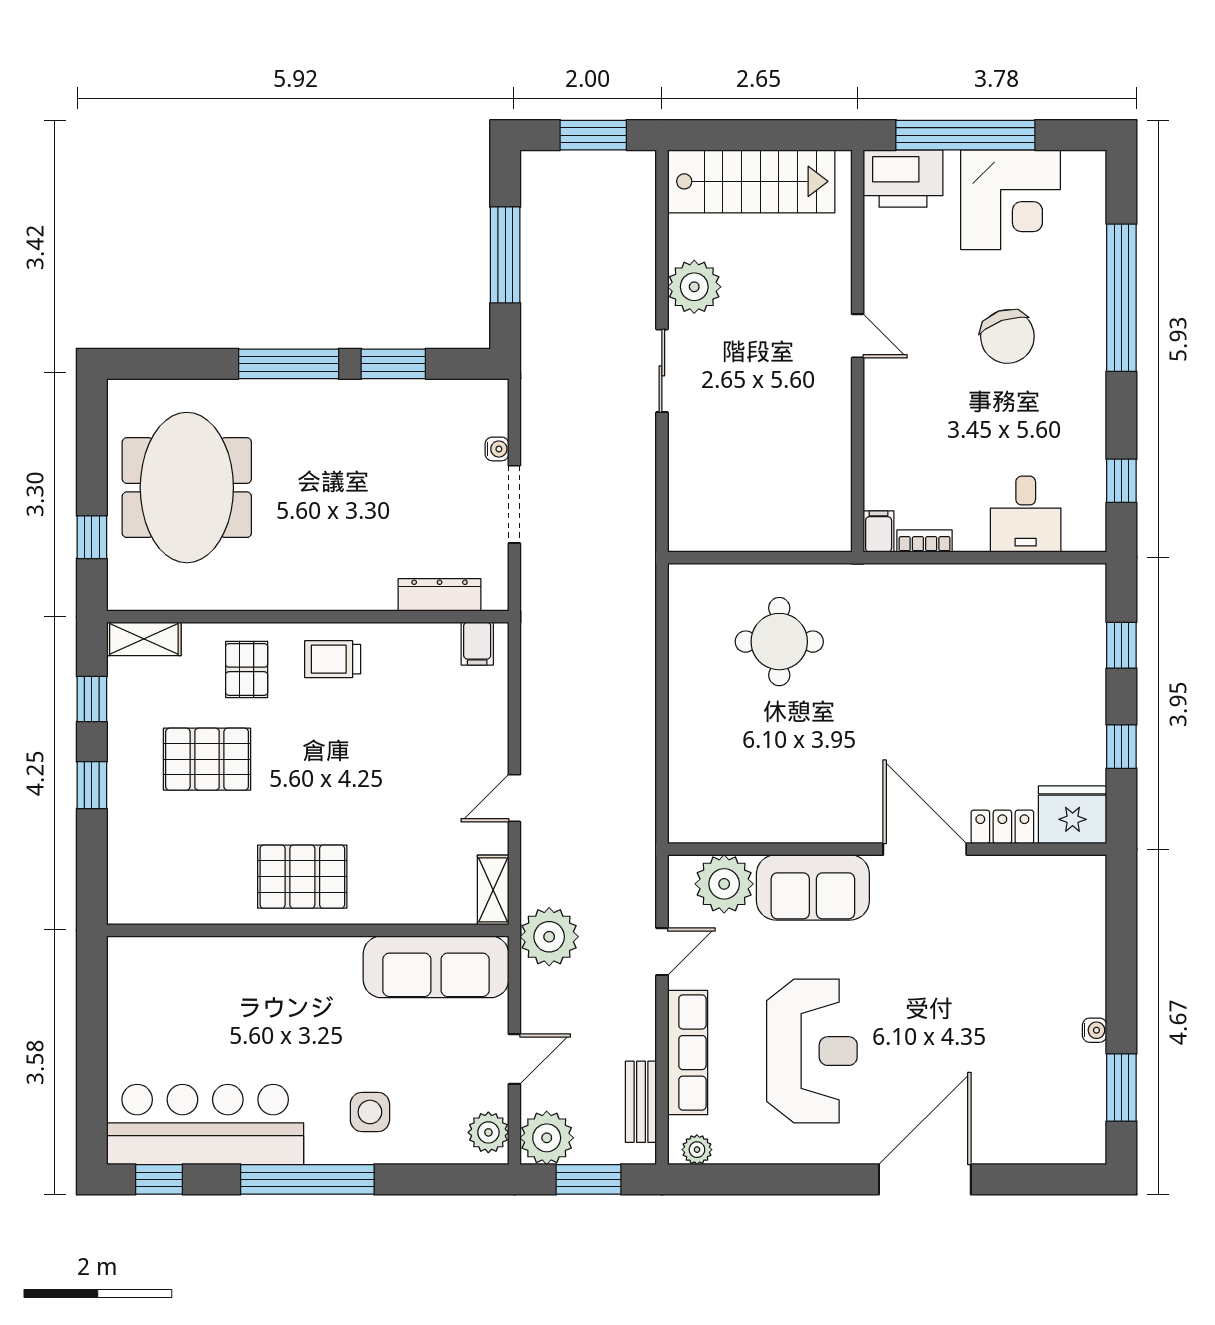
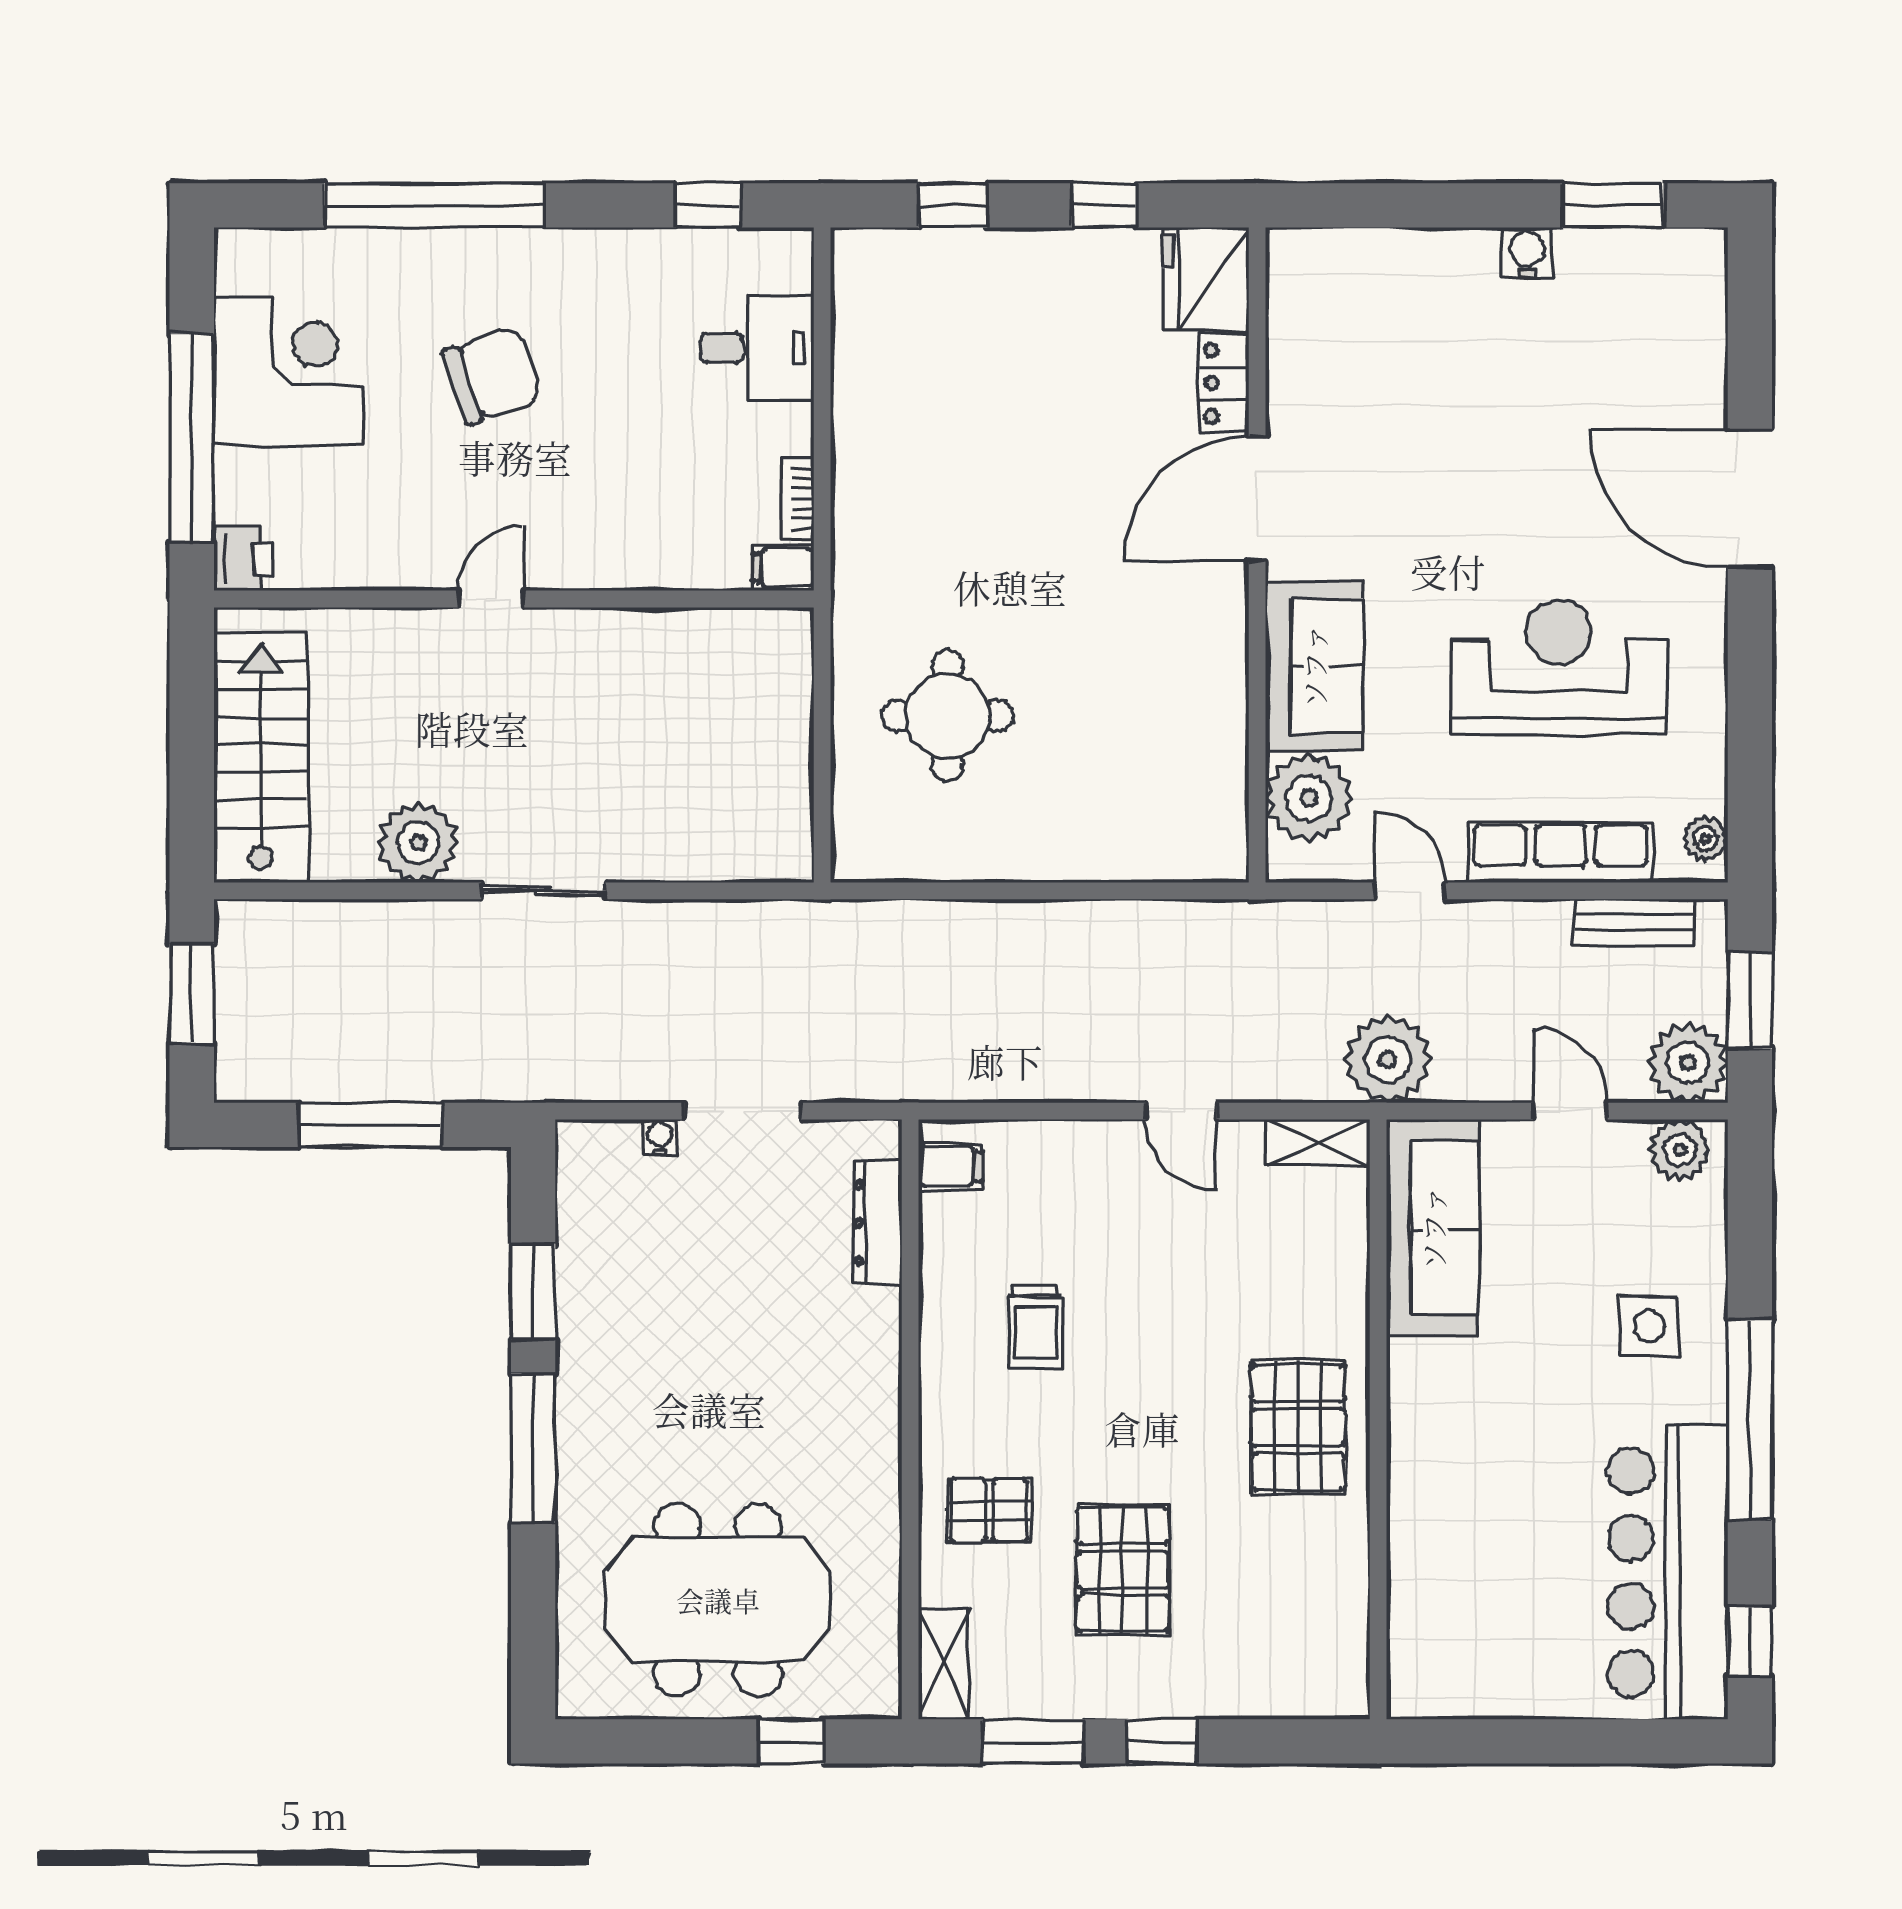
printer: (903, 178) -> (243, 559), width x0.53, depth x0.68
trolley: (333, 659) -> (1035, 1327), moved
window: (92, 699) -> (1033, 1741), width x1.50
water cooler: (1095, 1030) -> (1527, 252), width x1.38, depth x1.38

